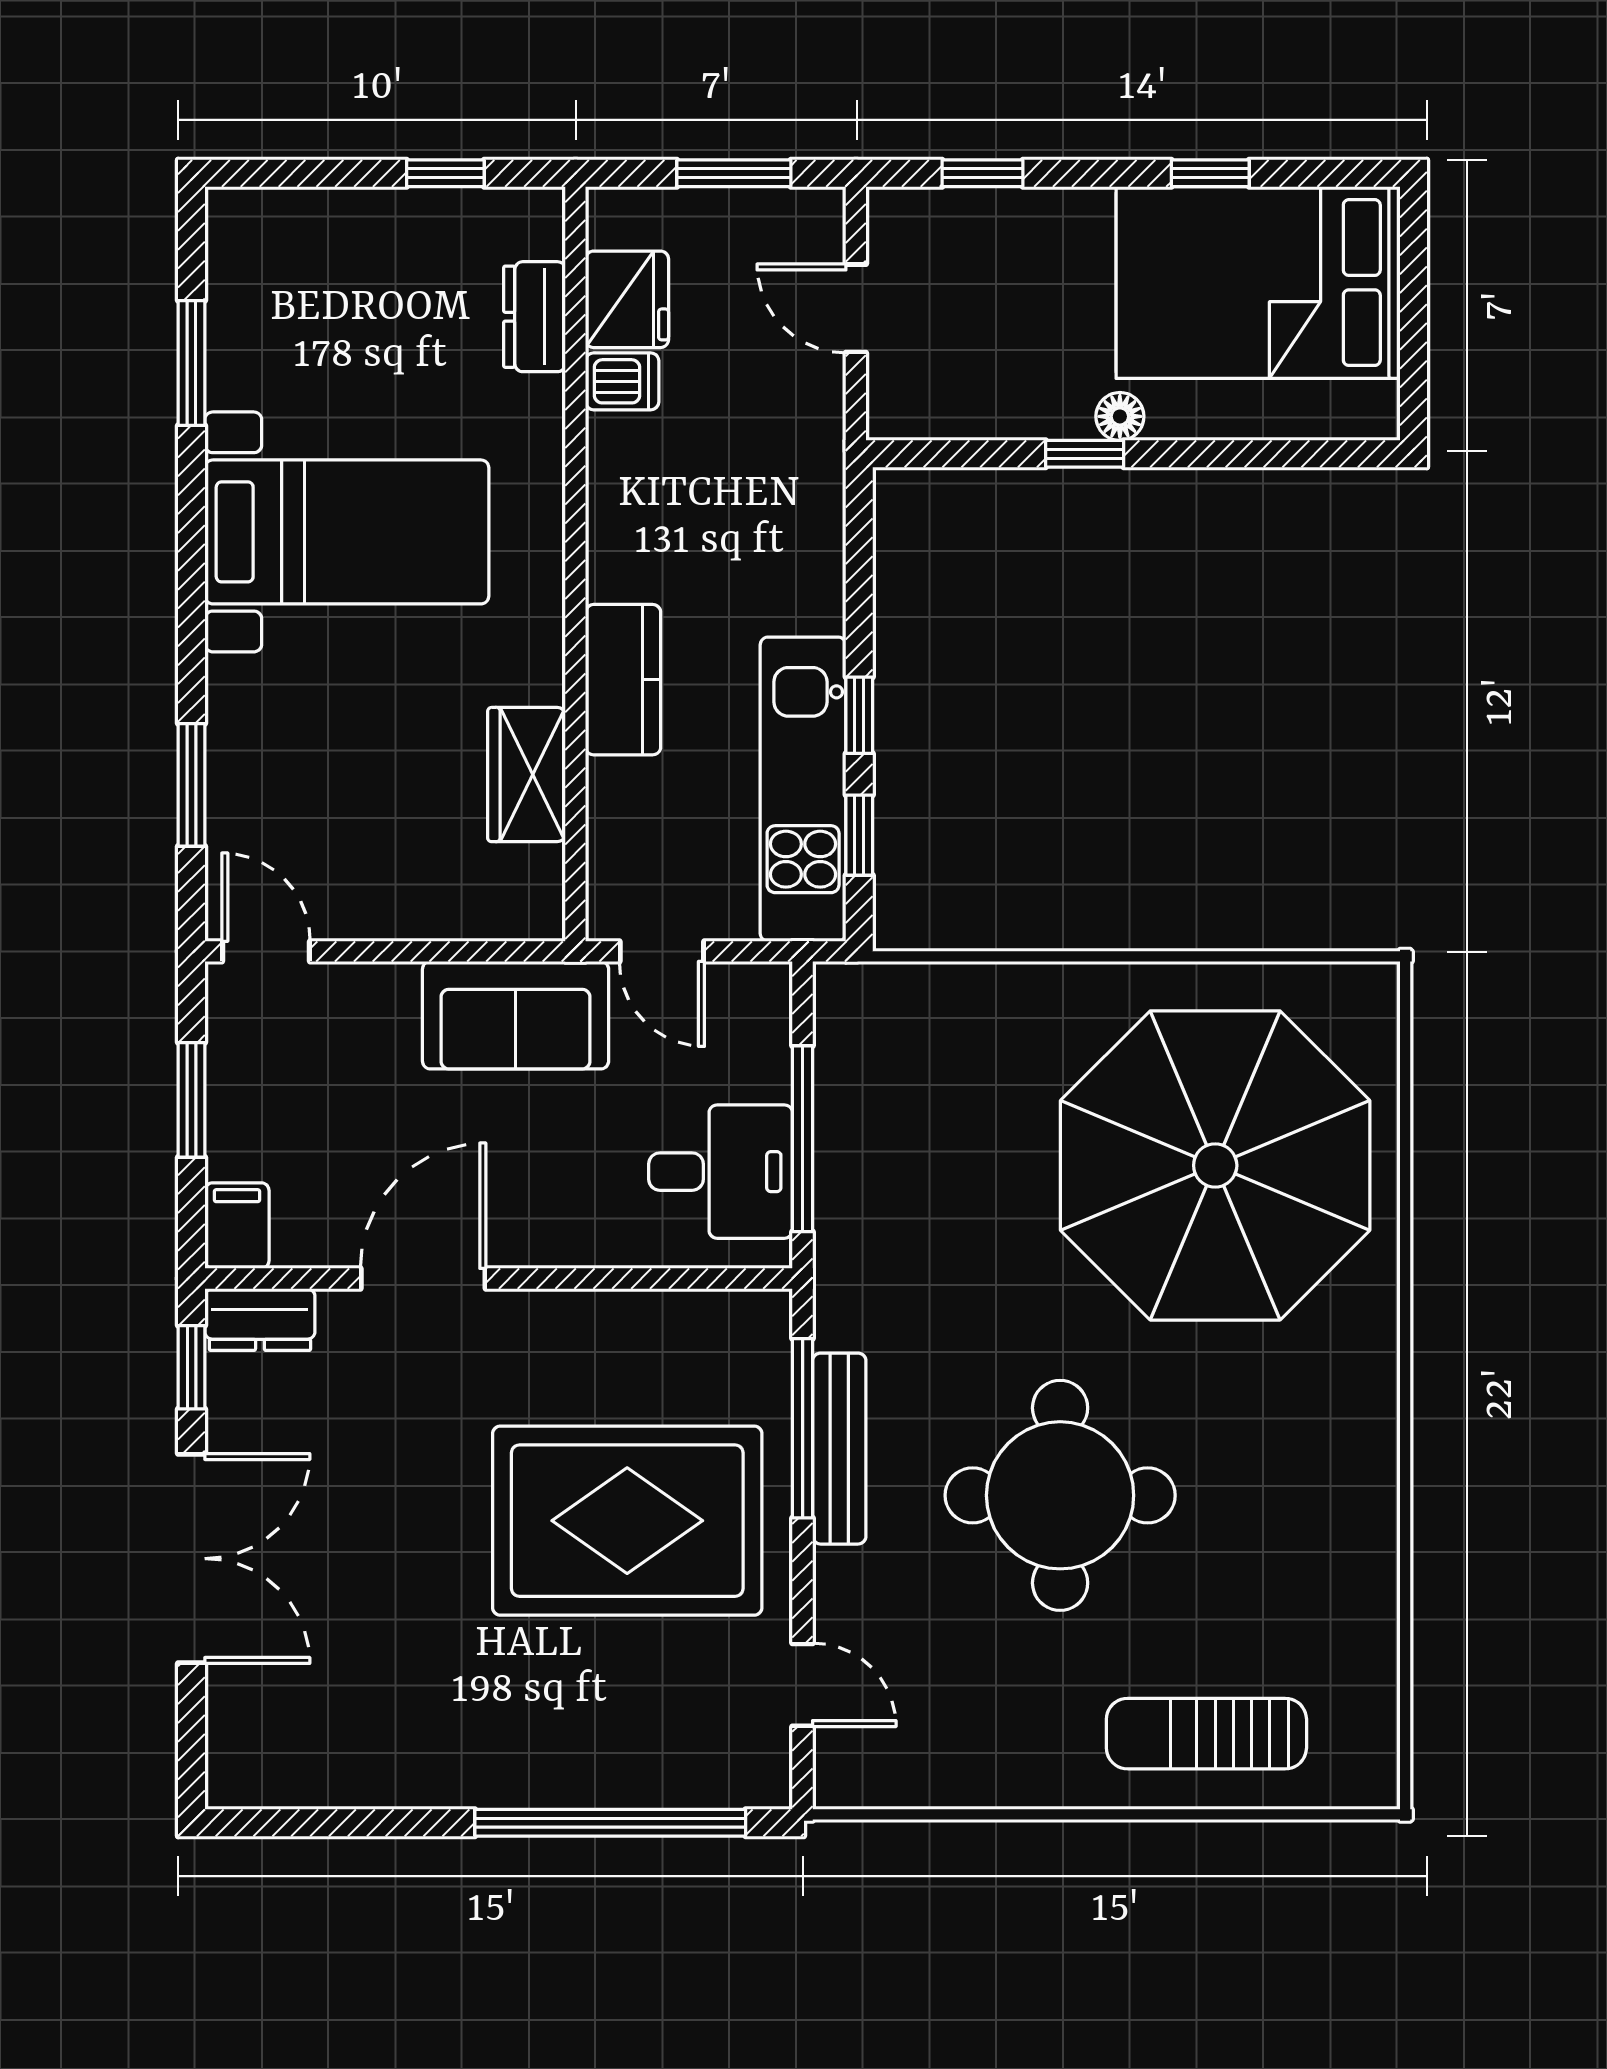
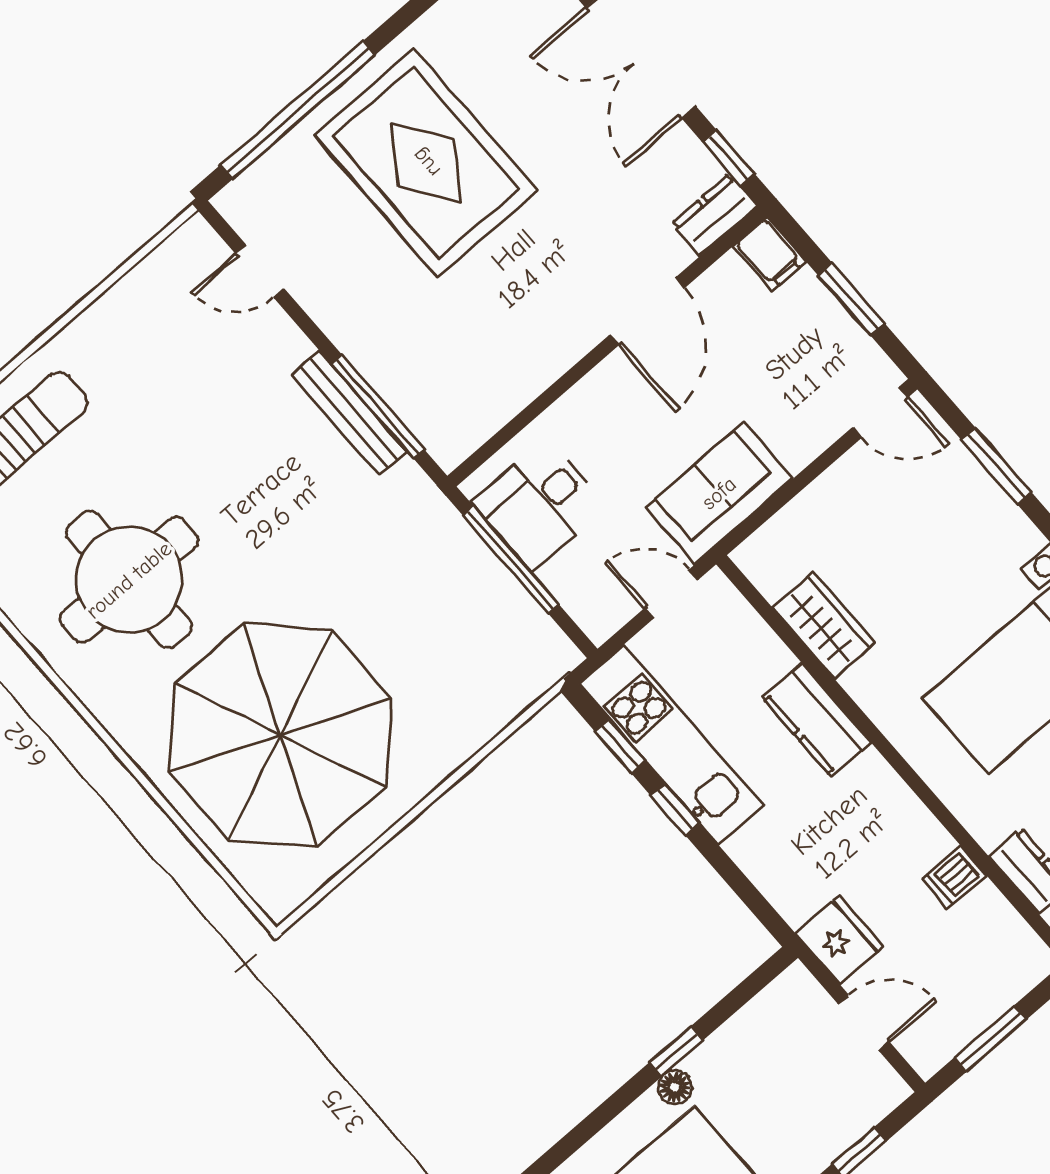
fridge: (627, 299) -> (840, 940), moved, turned 180
round table: (1060, 1495) -> (129, 580), moved
rug: (627, 1521) -> (426, 163), moved, turned 90

